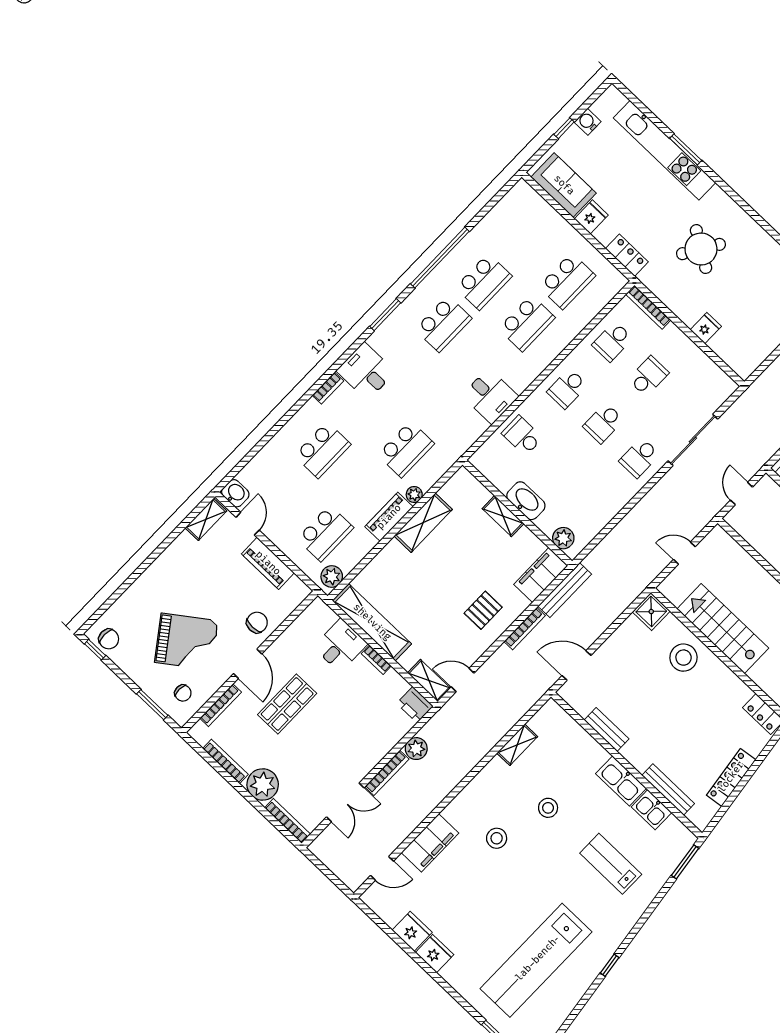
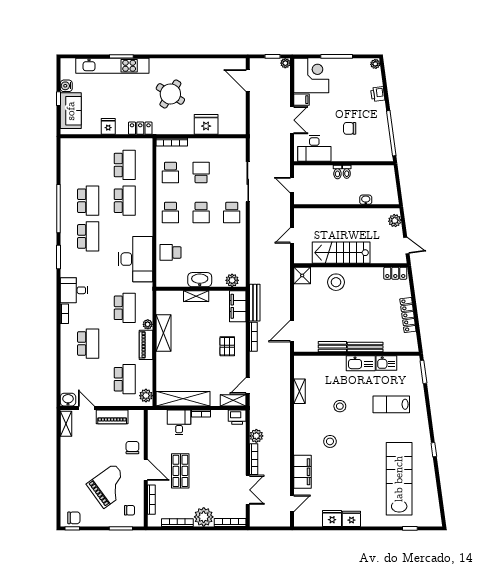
sofa: (564, 185) -> (71, 111), moved, turned 90
fridge: (706, 328) -> (206, 124), width x1.88, depth x1.34
desk: (490, 396) -> (136, 259), width x1.87, depth x1.30
bench: (668, 789) -> (365, 347), moved
lab bench: (536, 960) -> (399, 479), turned 180

